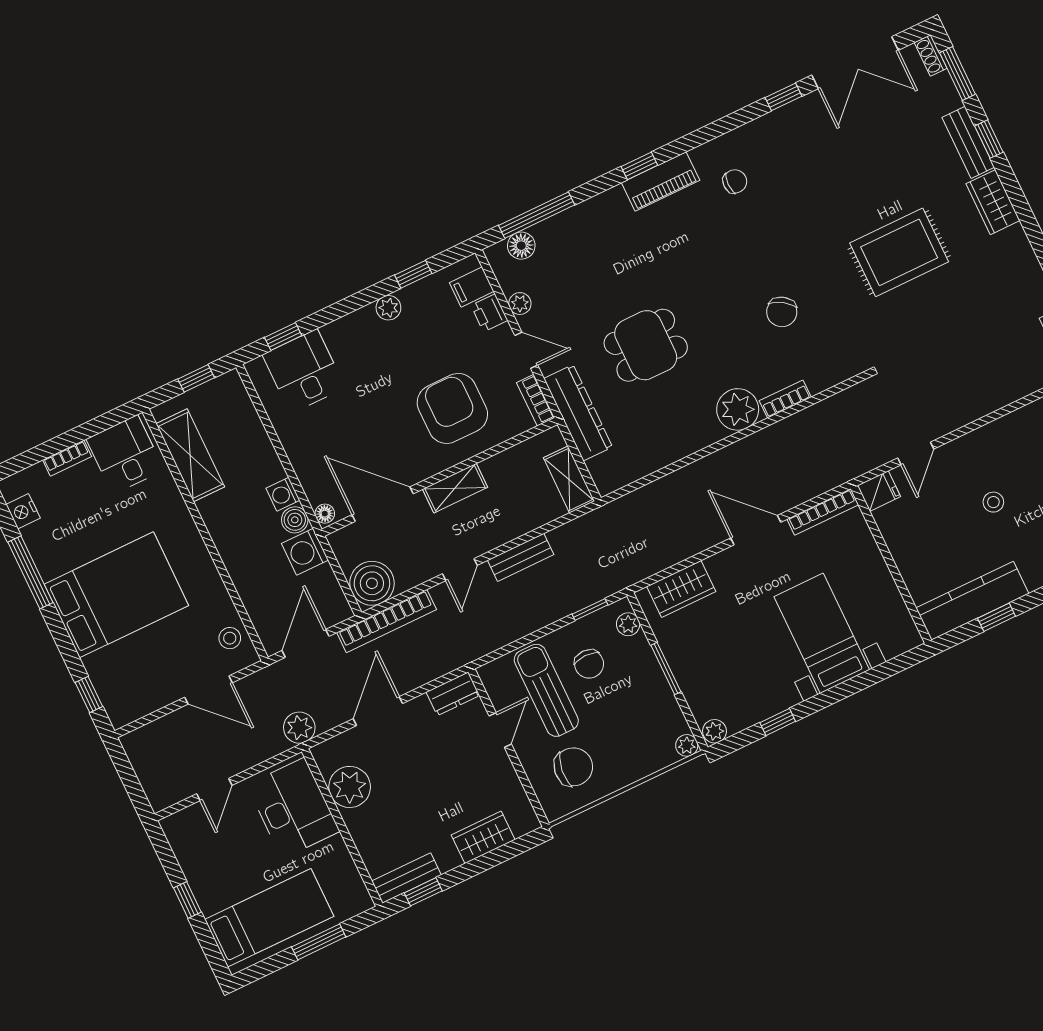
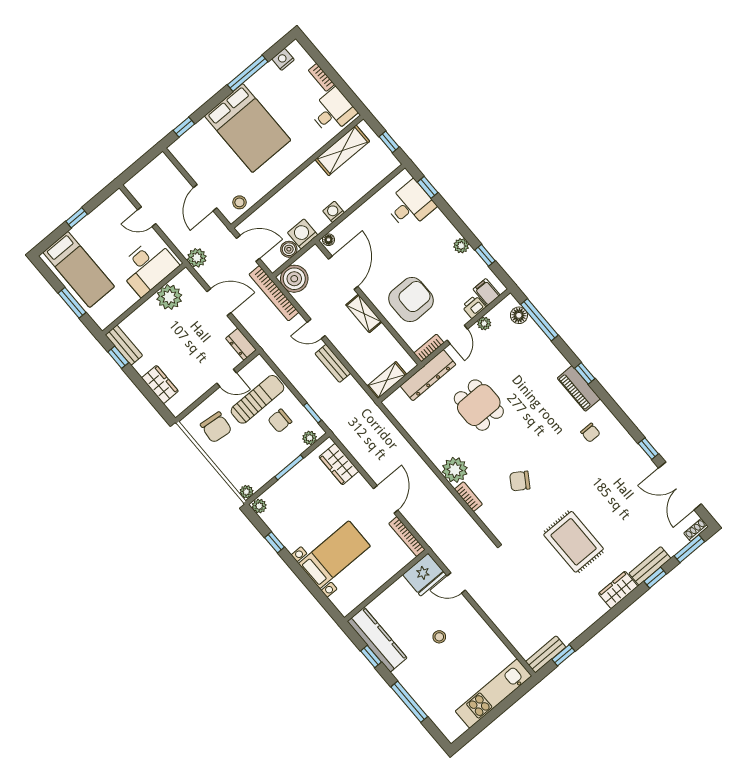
fridge: (879, 491) -> (424, 575), width x1.88, depth x1.34
boiler: (295, 520) -> (289, 249), moved

